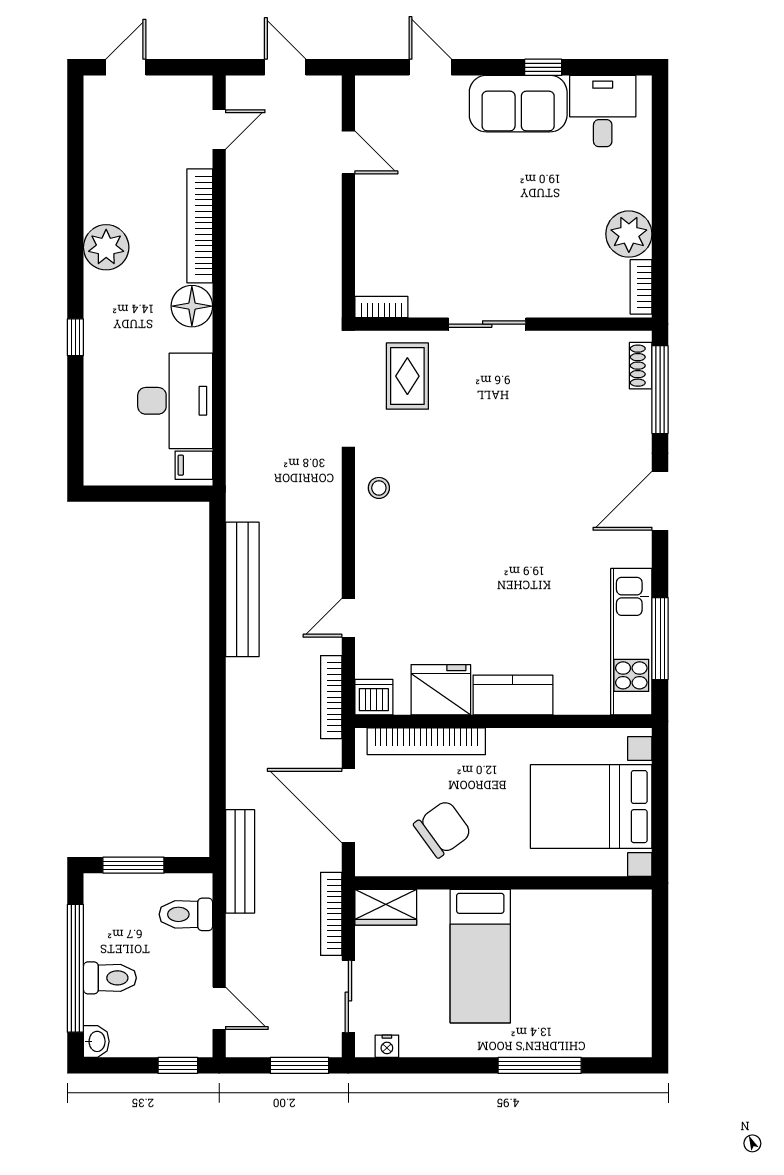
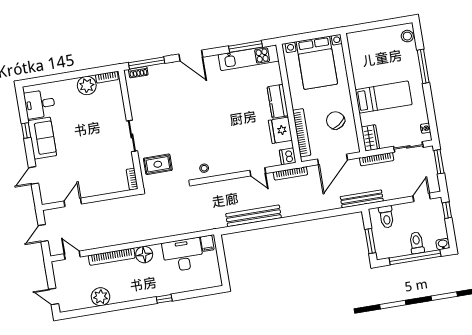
plant: (106, 247) -> (101, 297), moved
stool: (620, 1039) -> (407, 36), added

